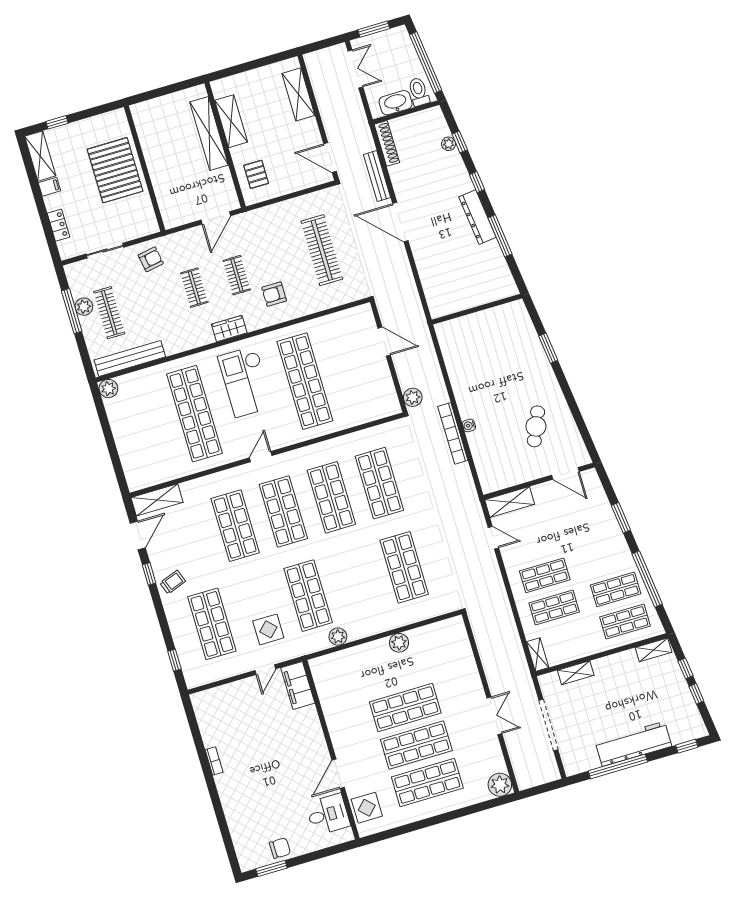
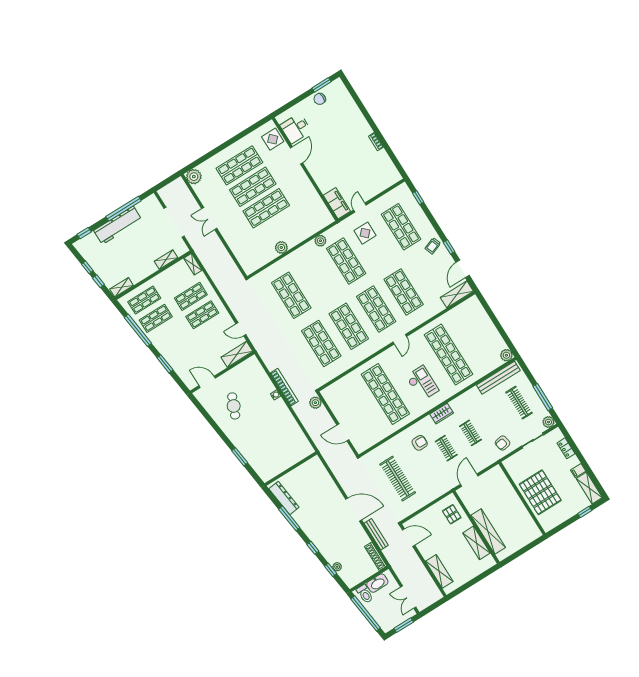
dresser: (477, 217) -> (284, 498), moved
plant: (84, 307) -> (548, 422), moved
checkout: (246, 382) -> (422, 383), width x0.73, depth x0.83

